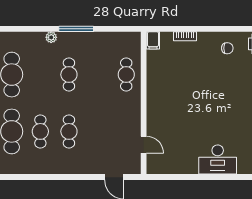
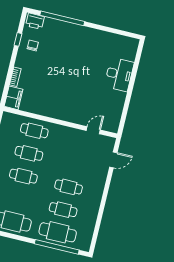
window: (230, 29) -> (18, 39), added
filing cabinet: (153, 40) -> (14, 98), width x2.00
cafe table: (98, 75) -> (29, 153), added

